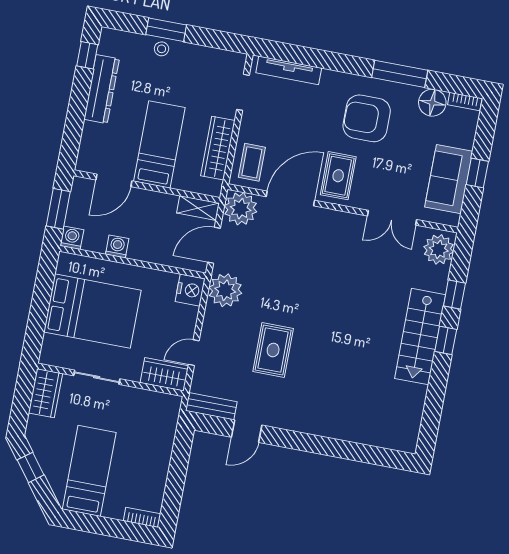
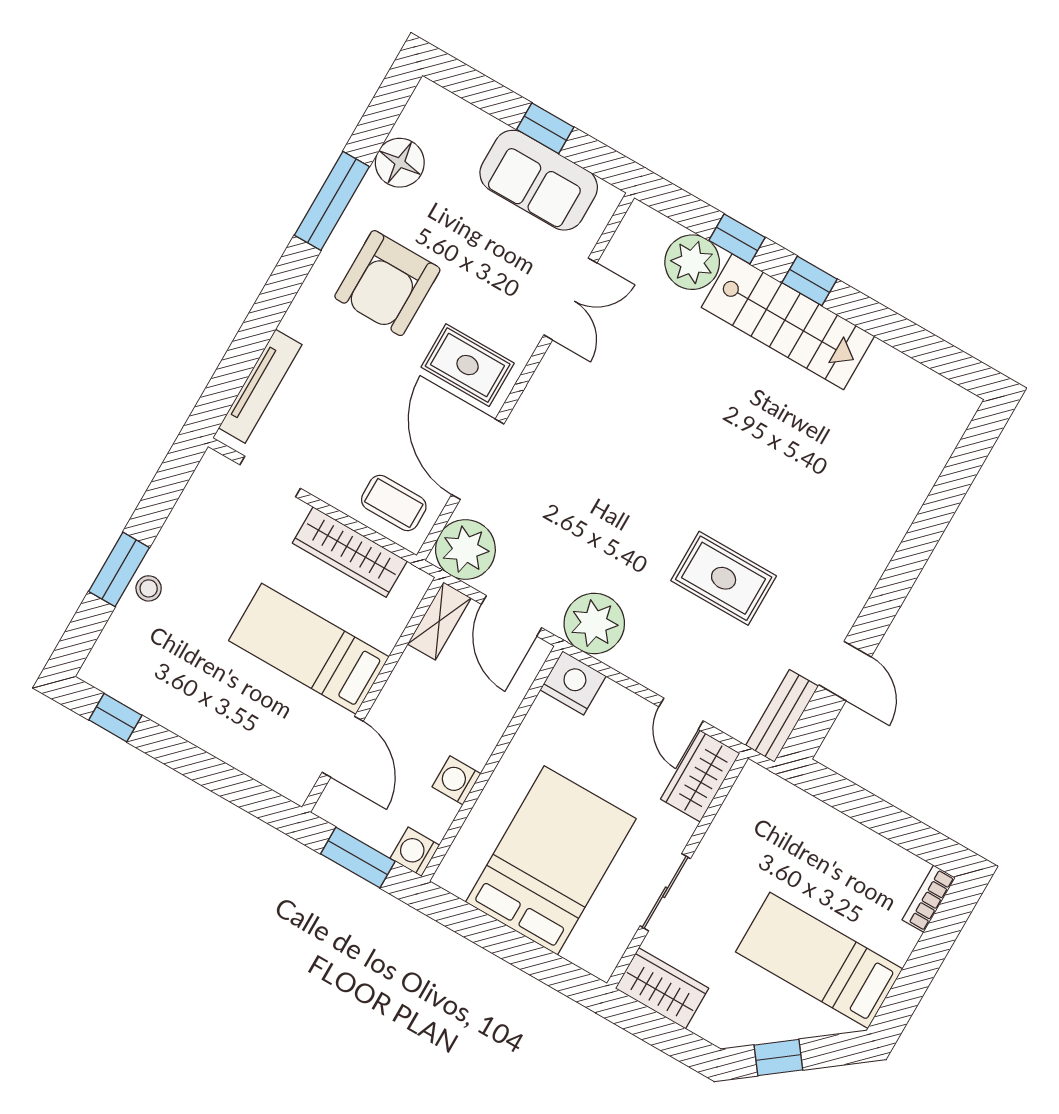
dresser: (102, 89) -> (181, 713), removed
bookcase: (465, 102) -> (417, 107), removed
plant: (439, 249) -> (692, 262), moved

